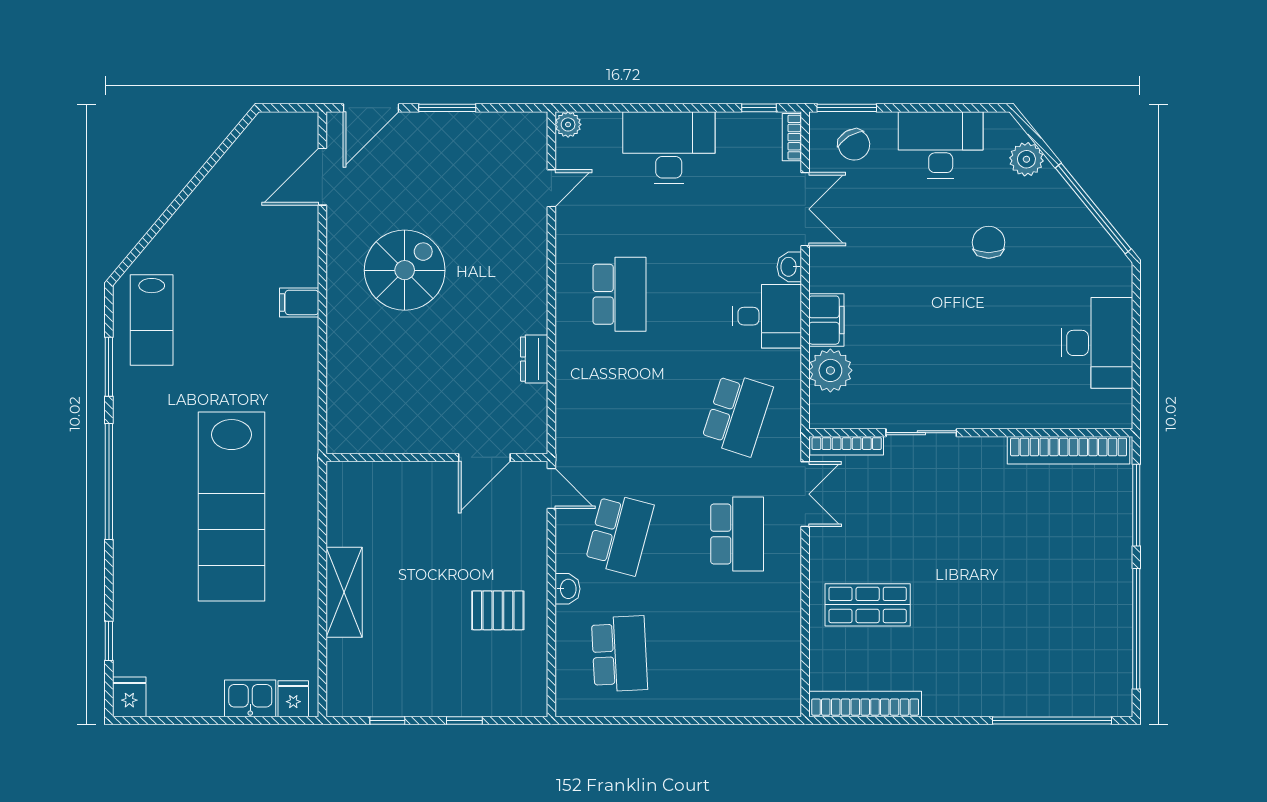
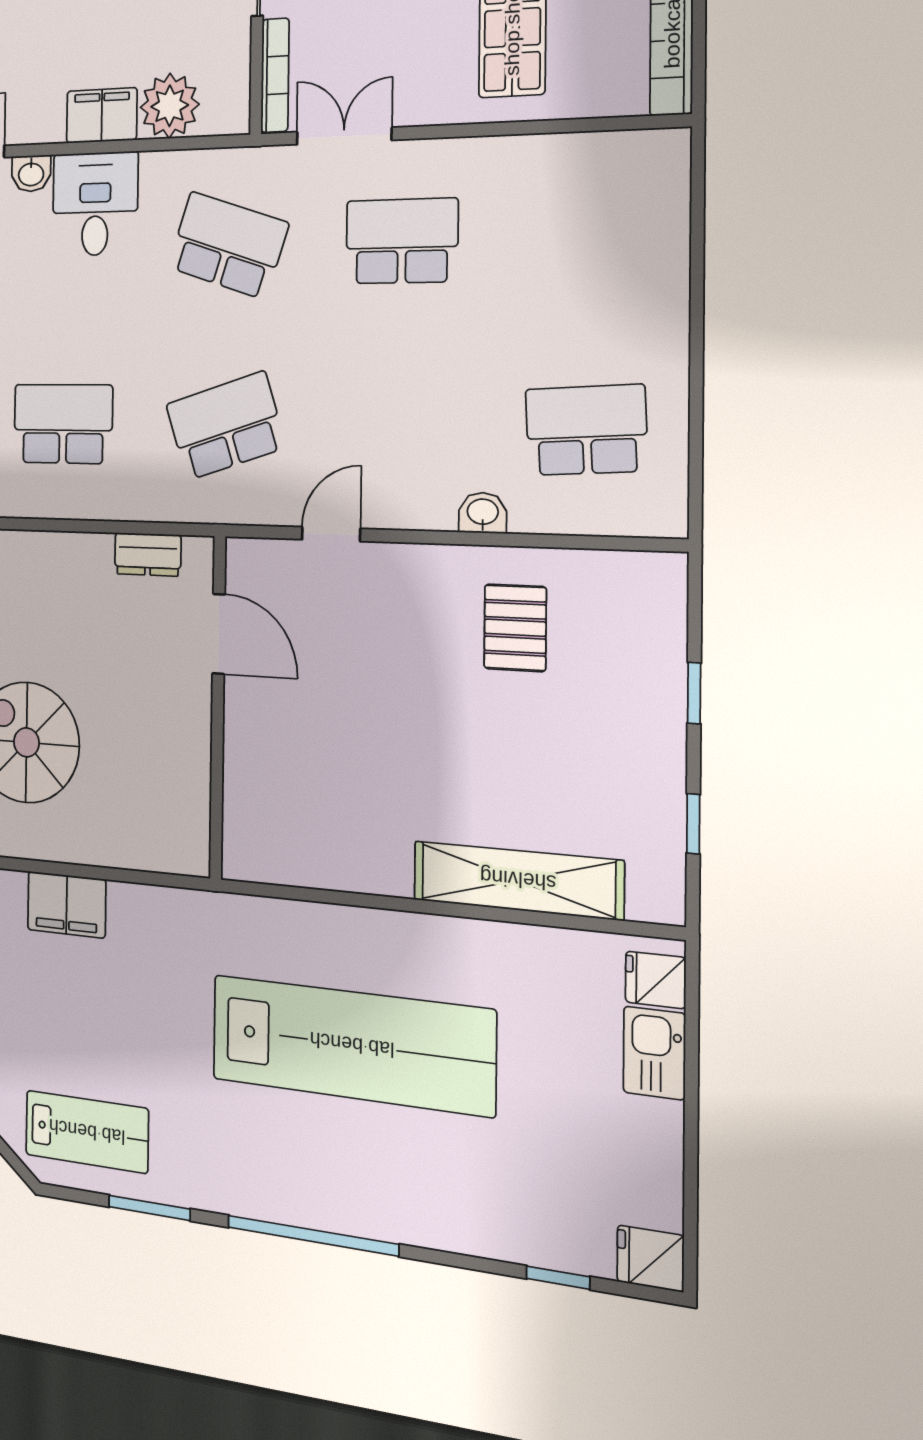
filing cabinet: (299, 302) -> (67, 905), width x2.00
wall: (437, 457) -> (218, 707), moved
door: (484, 457) -> (219, 634), moved
school desk: (619, 534) -> (226, 426), moved, turned -33
shelving: (344, 592) -> (518, 880), width x1.47

